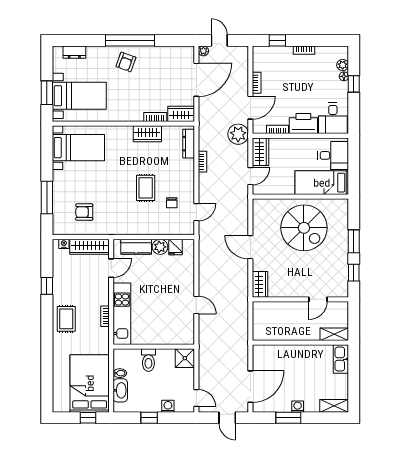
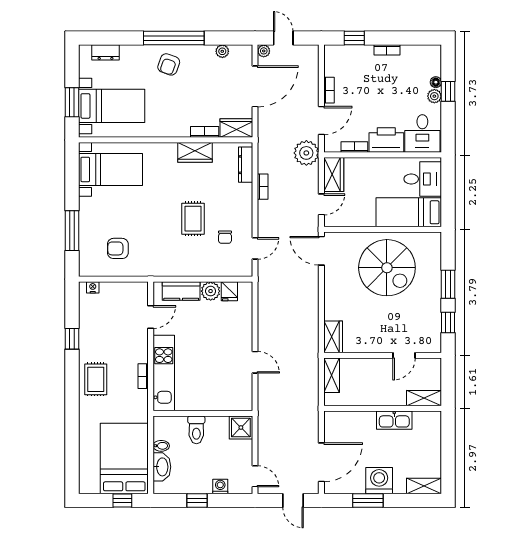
plant: (170, 51) -> (222, 51), added
plant: (343, 65) -> (434, 96), moved
wardrobe: (89, 247) -> (124, 291), removed
door: (250, 247) -> (321, 251), moved
shelving: (259, 316) -> (332, 375), added
kitchen sink: (341, 359) -> (394, 420), moved, turned -90
washing machine: (298, 407) -> (379, 481), width x1.89, depth x1.89

